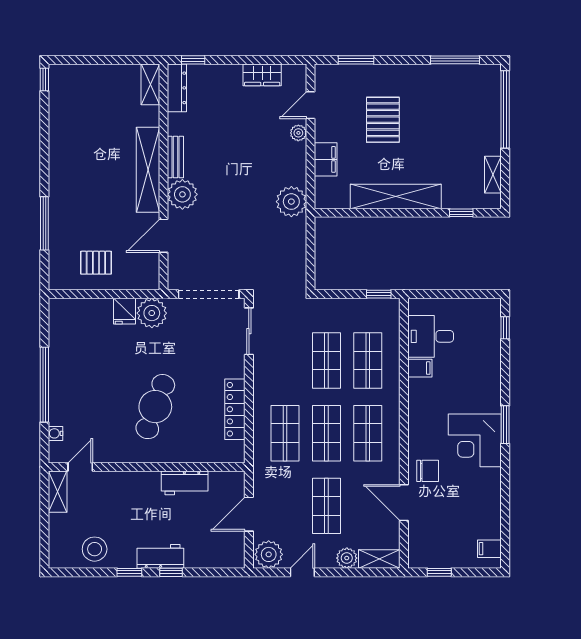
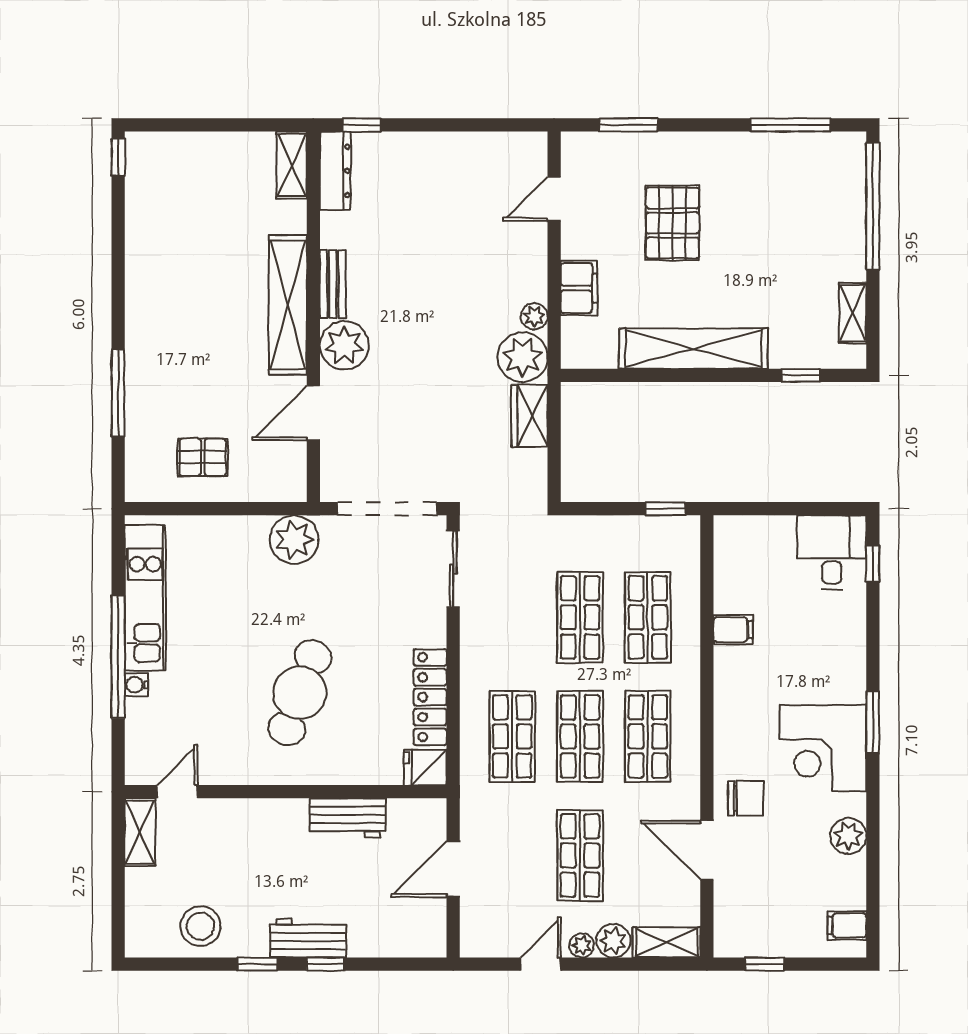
wardrobe: (262, 75) -> (529, 416), moved, turned 90
plant: (298, 133) -> (534, 316), moved
fridge: (124, 311) -> (425, 767), moved, turned 90
desk: (431, 336) -> (832, 552), moved, turned 90
kitchen unit: (61, 349) -> (145, 598), added
water cooler: (55, 433) -> (136, 685), moved
plant: (490, 494) -> (848, 836), added
plant: (269, 554) -> (582, 945), moved, width x0.53, depth x0.53

